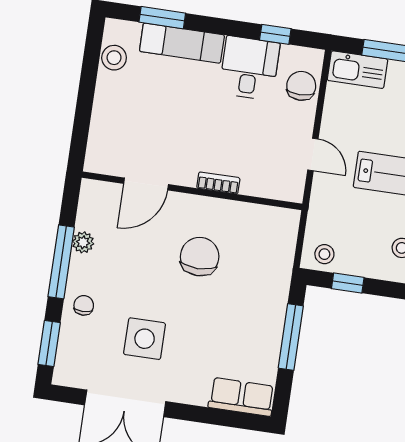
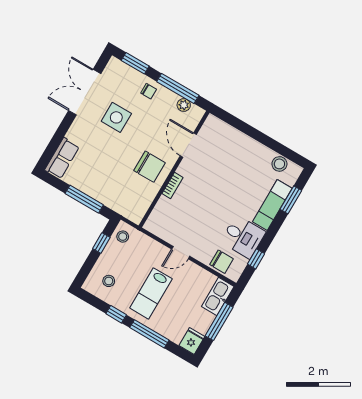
bookcase: (218, 183) -> (172, 186), moved
door: (146, 184) -> (188, 145), moved
wall: (192, 191) -> (174, 169), moved

